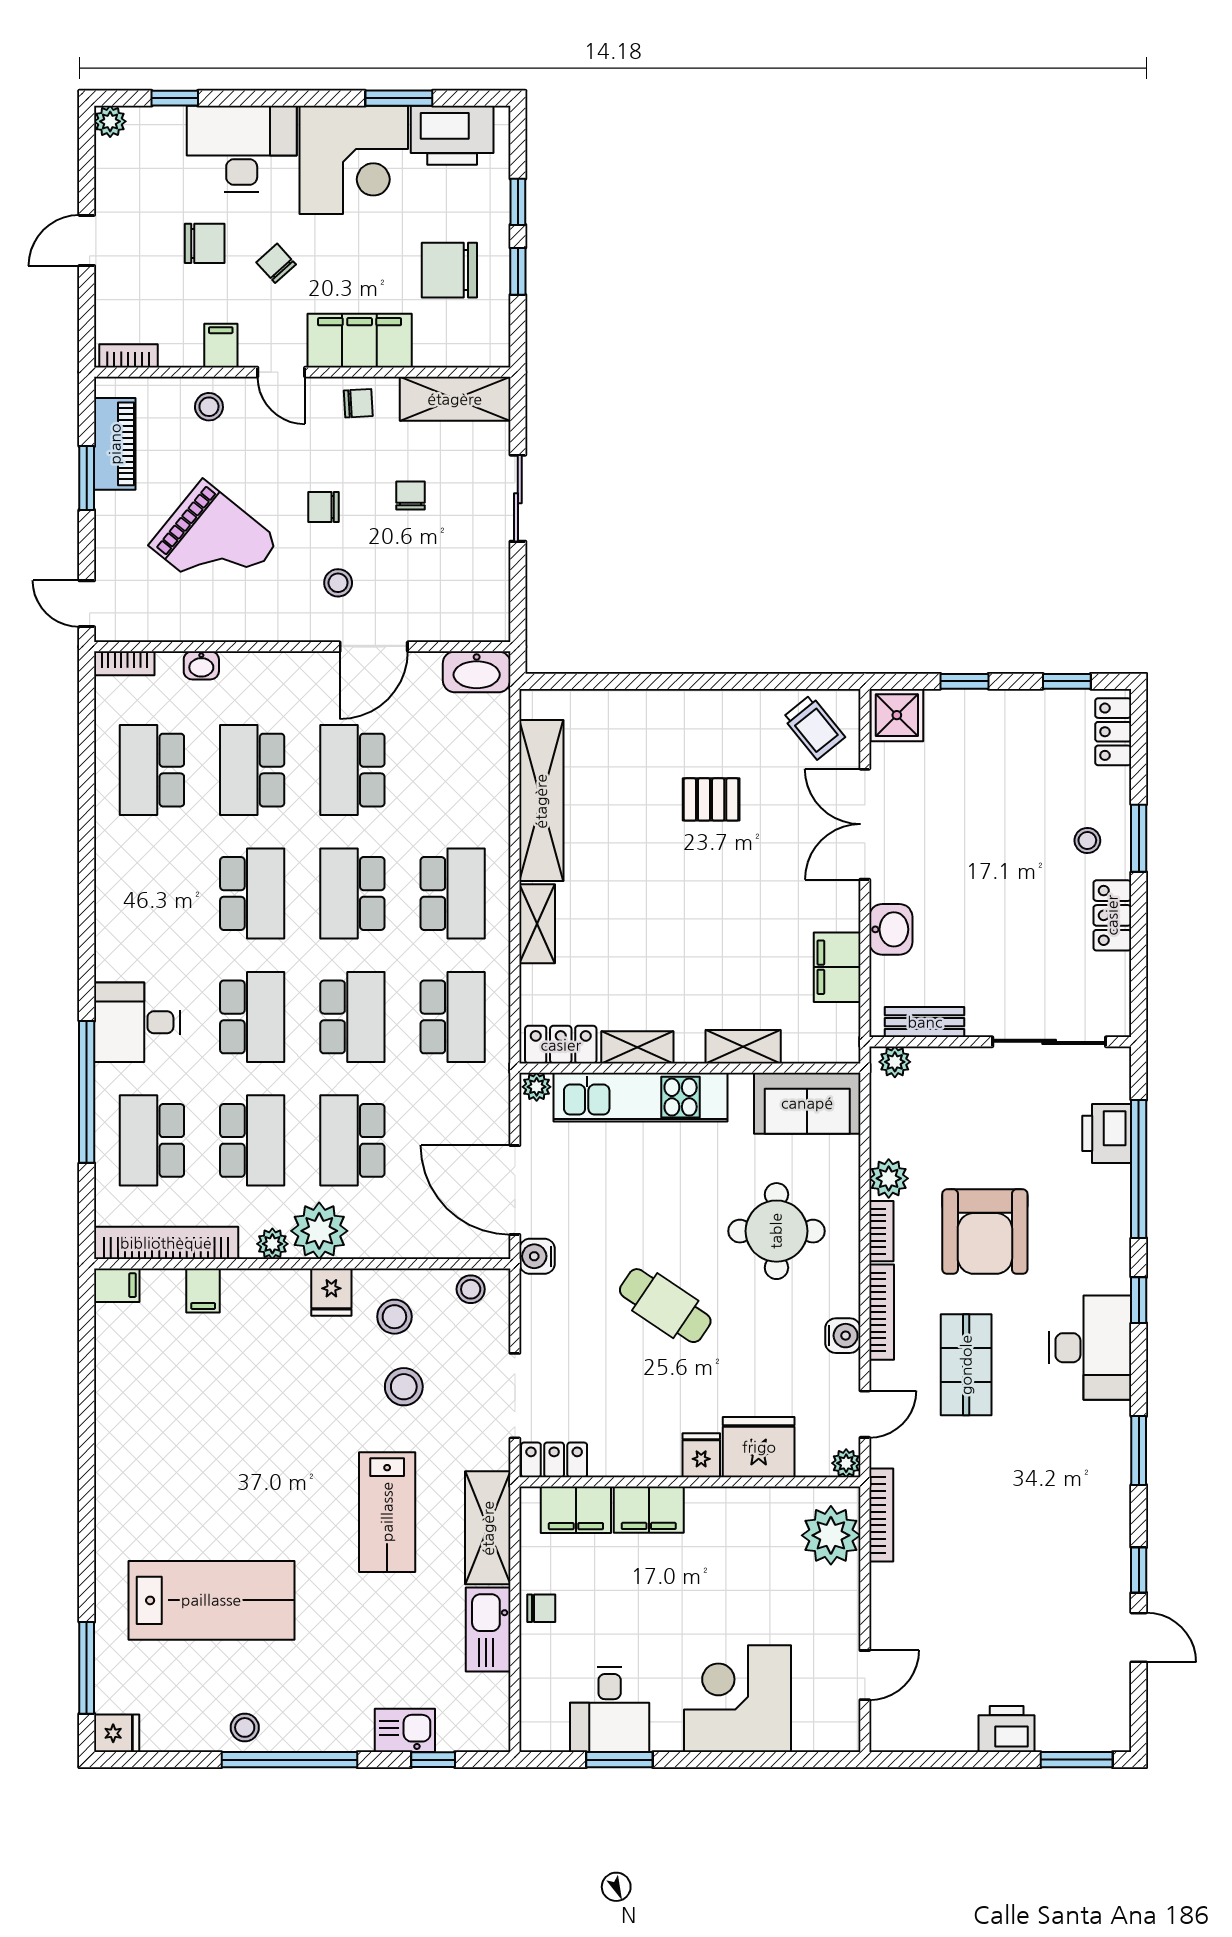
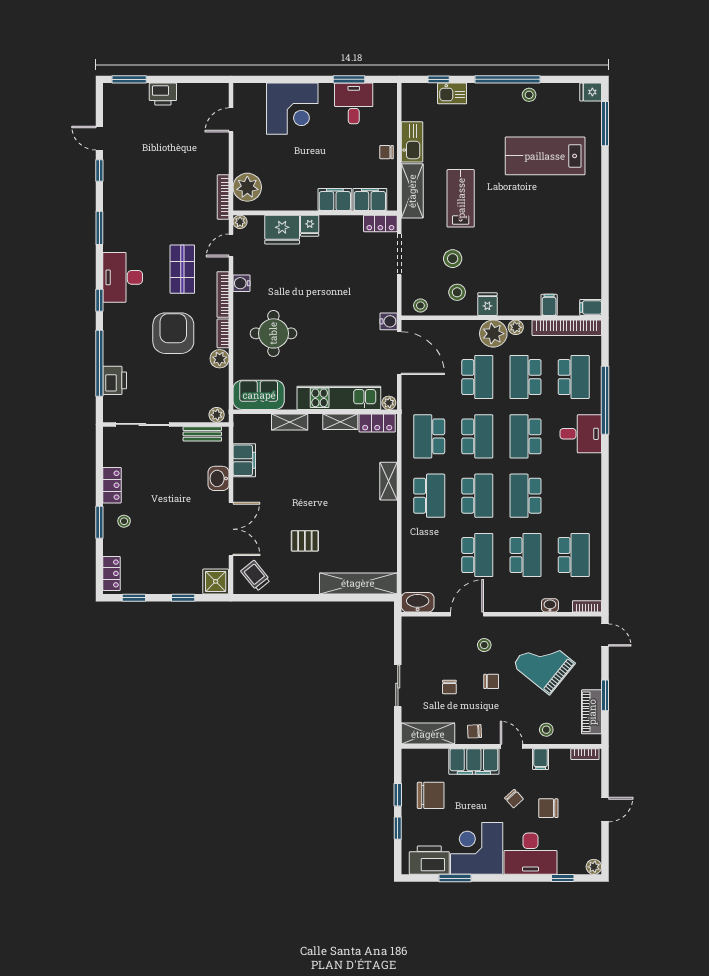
shelving: (541, 801) -> (358, 583), moved, turned 90
school desk: (453, 894) -> (429, 496), turned 180
school desk: (352, 1017) -> (477, 436), turned 180
cafe table: (665, 1306) -> (327, 298), removed

